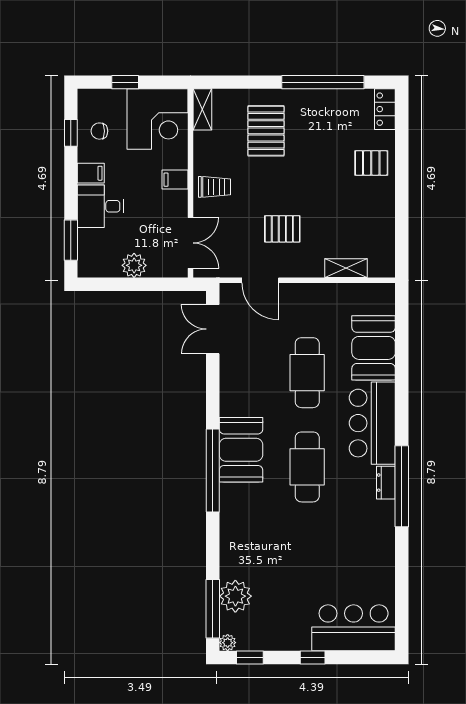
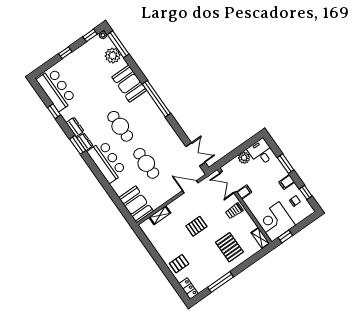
window: (125, 82) -> (285, 236), moved
window: (323, 82) -> (220, 282), width x0.68
filing cabinet: (175, 180) -> (244, 192), moved
desk: (100, 206) -> (261, 152), moved, turned -90
pallet: (282, 229) -> (196, 226), moved
window: (71, 240) -> (286, 164), moved
booth: (374, 348) -> (136, 204), moved
booth: (241, 450) -> (129, 84), moved
window: (402, 486) -> (78, 145), width x0.47
dresser: (385, 520) -> (75, 127), added
window: (402, 572) -> (54, 111), added
bar counter: (354, 628) -> (56, 89), moved, turned -90

